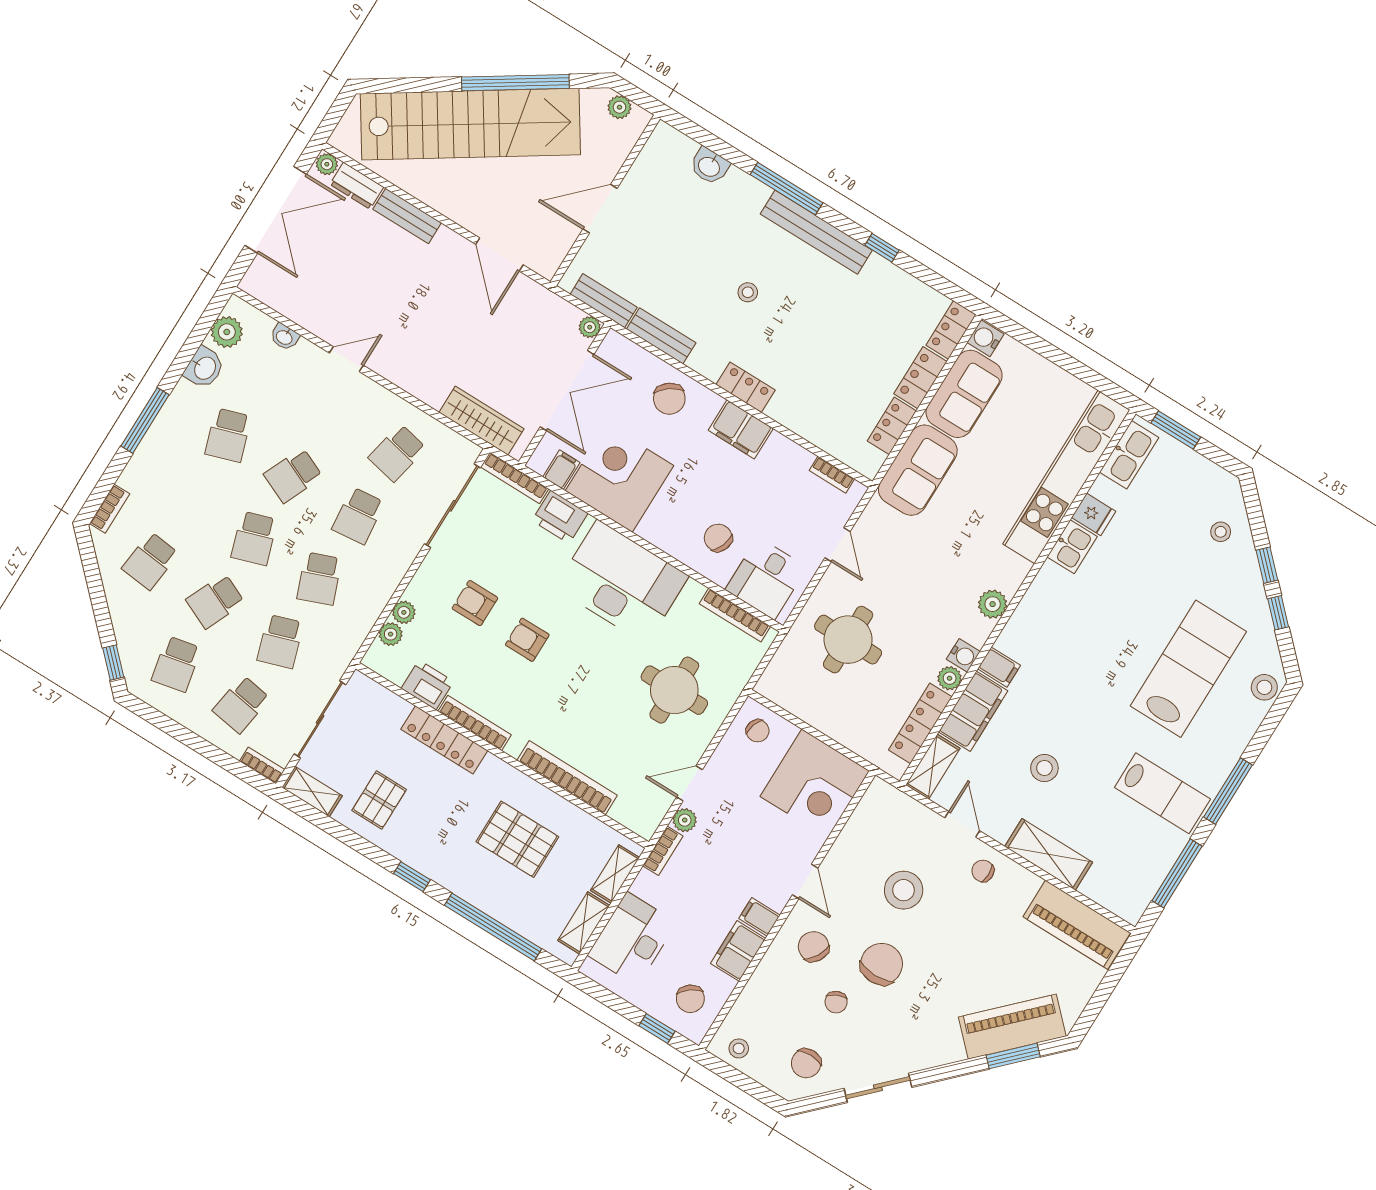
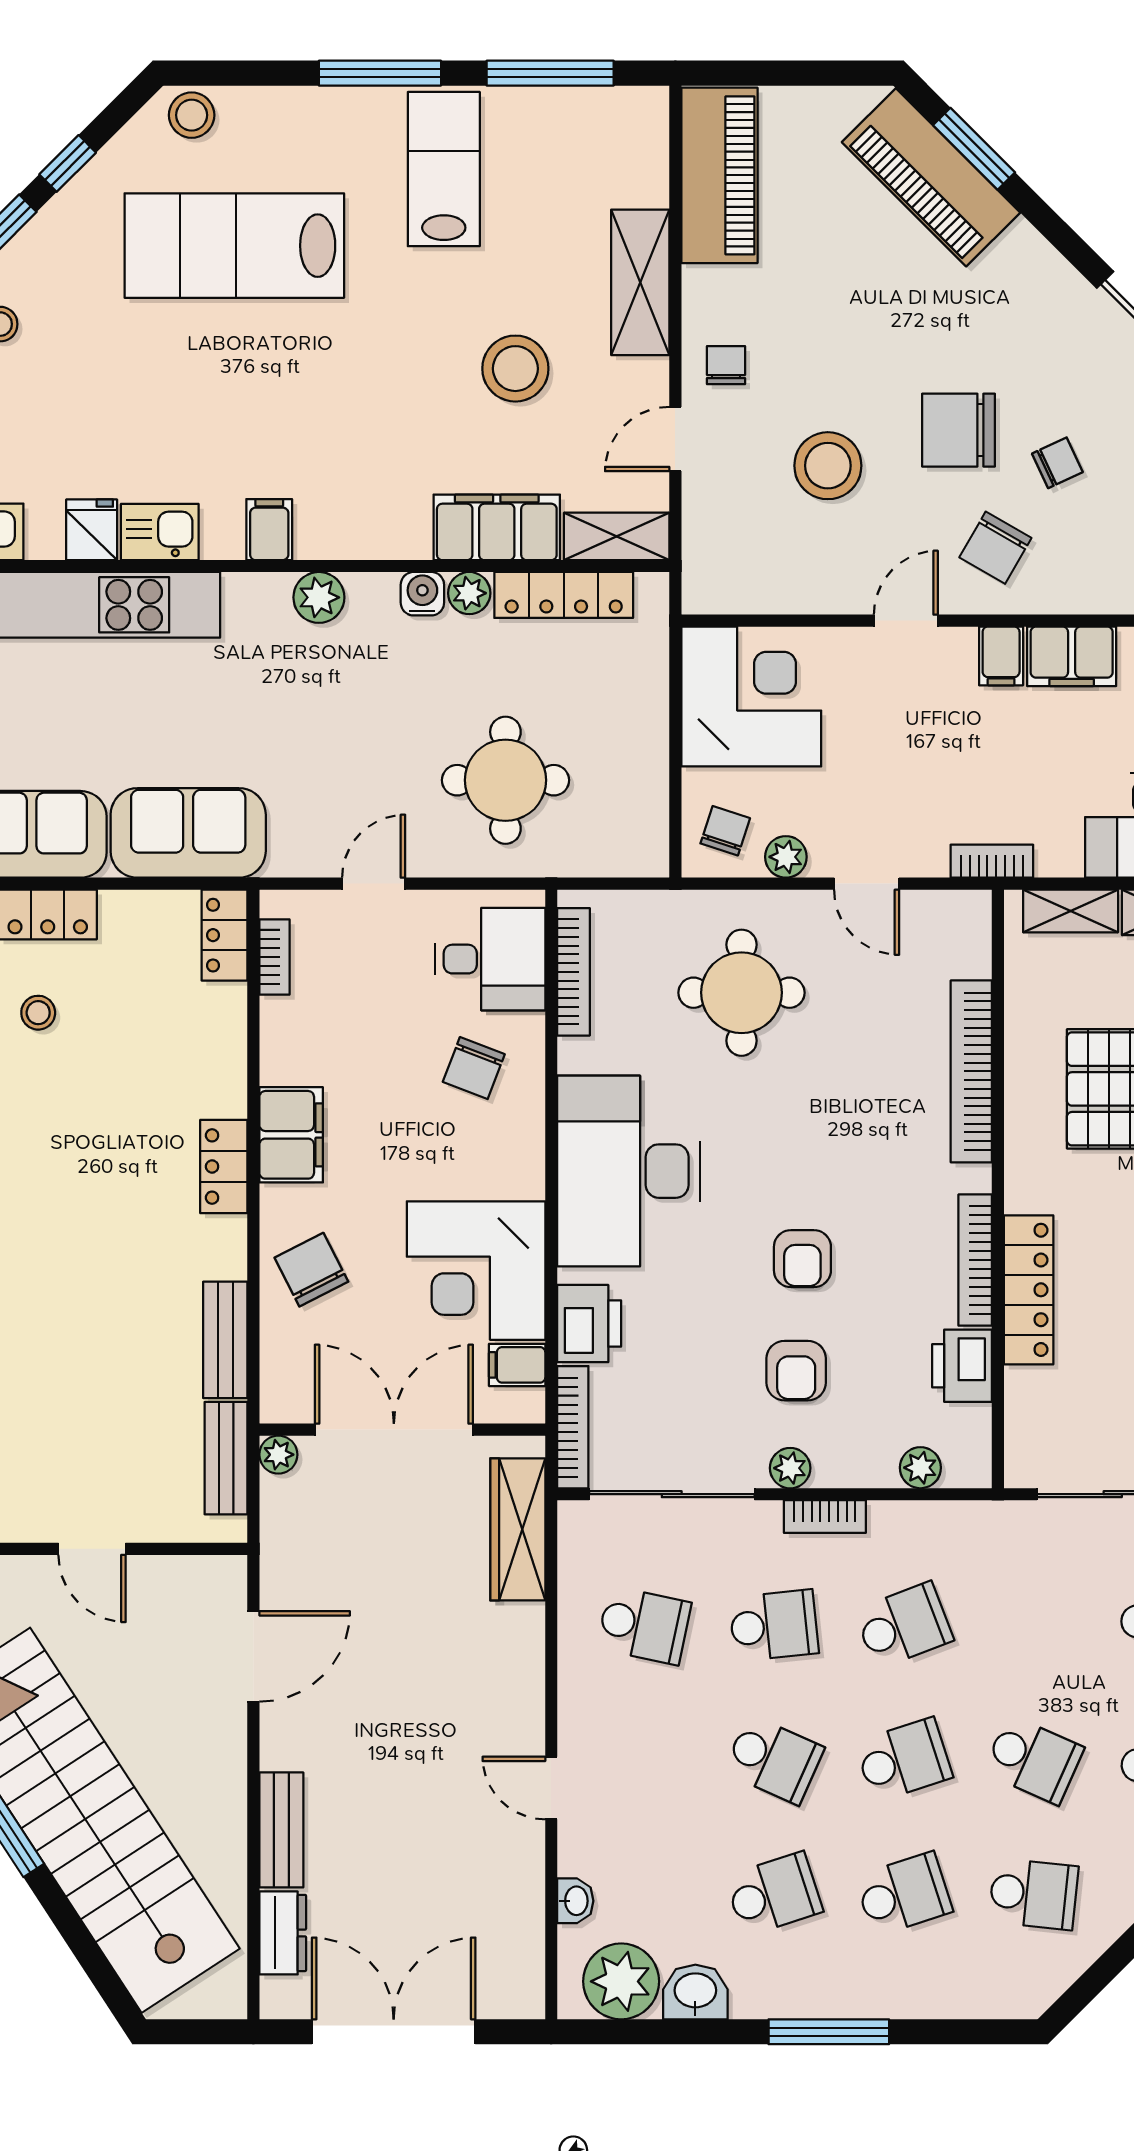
plant: (327, 164) -> (278, 1997), removed
door: (600, 209) -> (92, 1549), width x0.73
stool: (748, 292) -> (38, 1013), moved
plant: (227, 332) -> (621, 1981), width x1.36, depth x1.36
chair: (669, 399) -> (311, 1270), turned -81
locker: (892, 426) -> (224, 935), moved, turned 90
bookcase: (110, 509) -> (825, 1517), moved, turned 180
plant: (404, 612) -> (790, 1468), moved
school desk: (280, 642) -> (904, 1894), moved
filing cabinet: (999, 667) -> (269, 530), moved
stool: (1044, 768) -> (515, 369), width x1.38, depth x1.38
plant: (685, 820) -> (786, 857), moved
chair: (983, 871) -> (726, 365), turned 180

